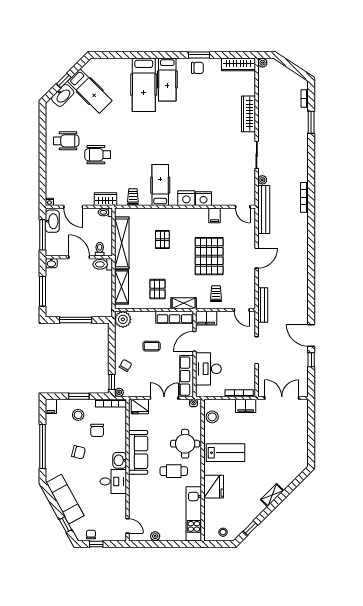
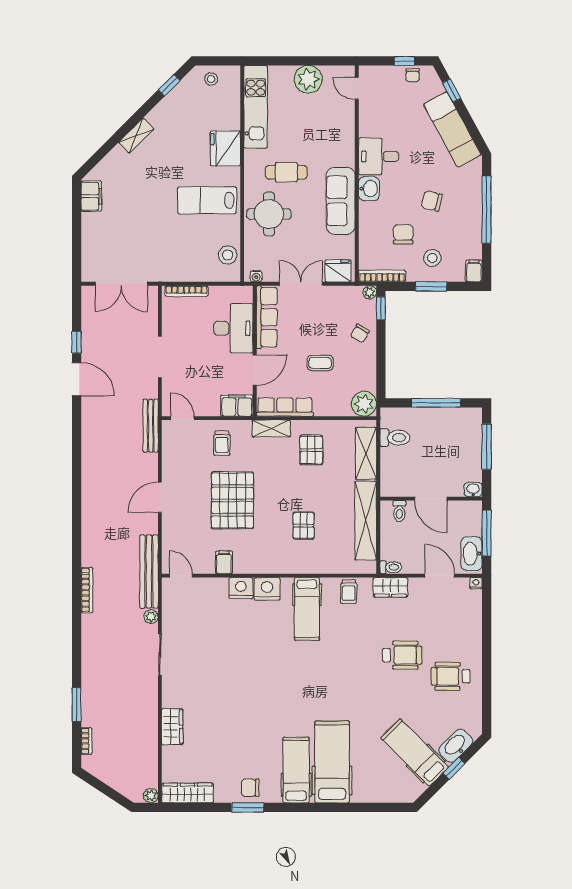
wardrobe: (248, 114) -> (172, 727), width x0.67
toilet: (103, 264) -> (395, 438), moved
double door: (164, 398) -> (301, 284), swing flipped
filing cabinet: (246, 406) -> (91, 196), moved, turned 90
plant: (155, 536) -> (308, 79), width x1.87, depth x1.87

